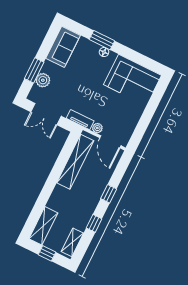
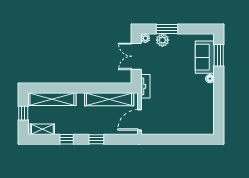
window: (102, 40) -> (219, 55), moved
sofa: (63, 47) -> (205, 57), moved, turned 90
corner sofa: (133, 80) -> (199, 113), removed
plant: (97, 128) -> (145, 38), moved
shelving: (43, 226) -> (52, 99), width x1.47

